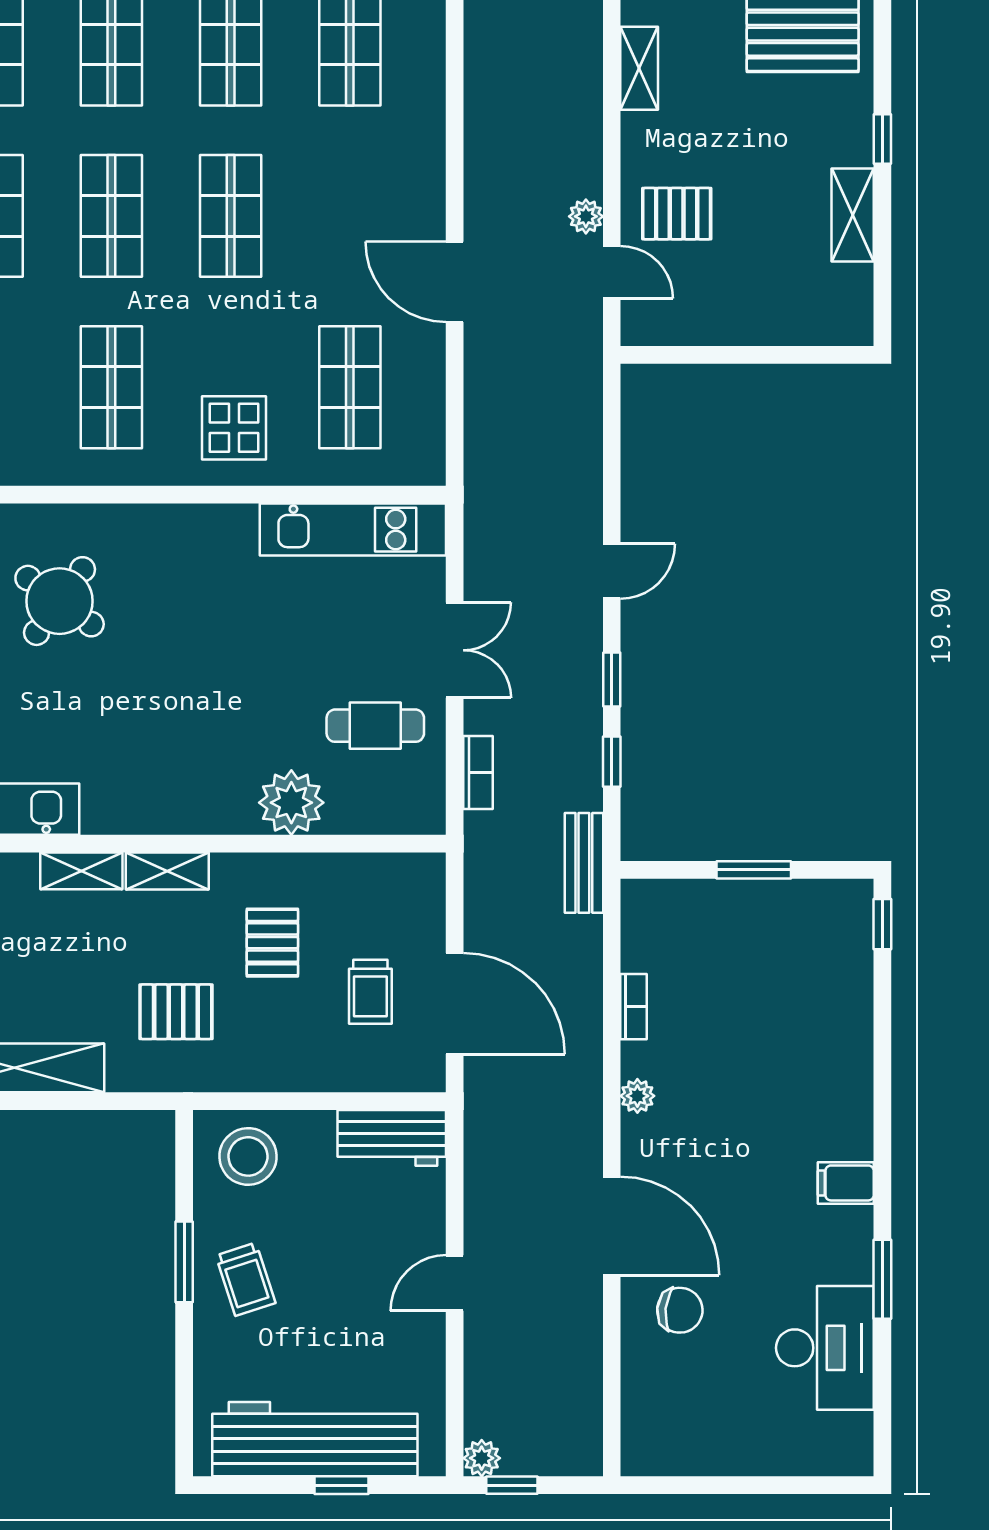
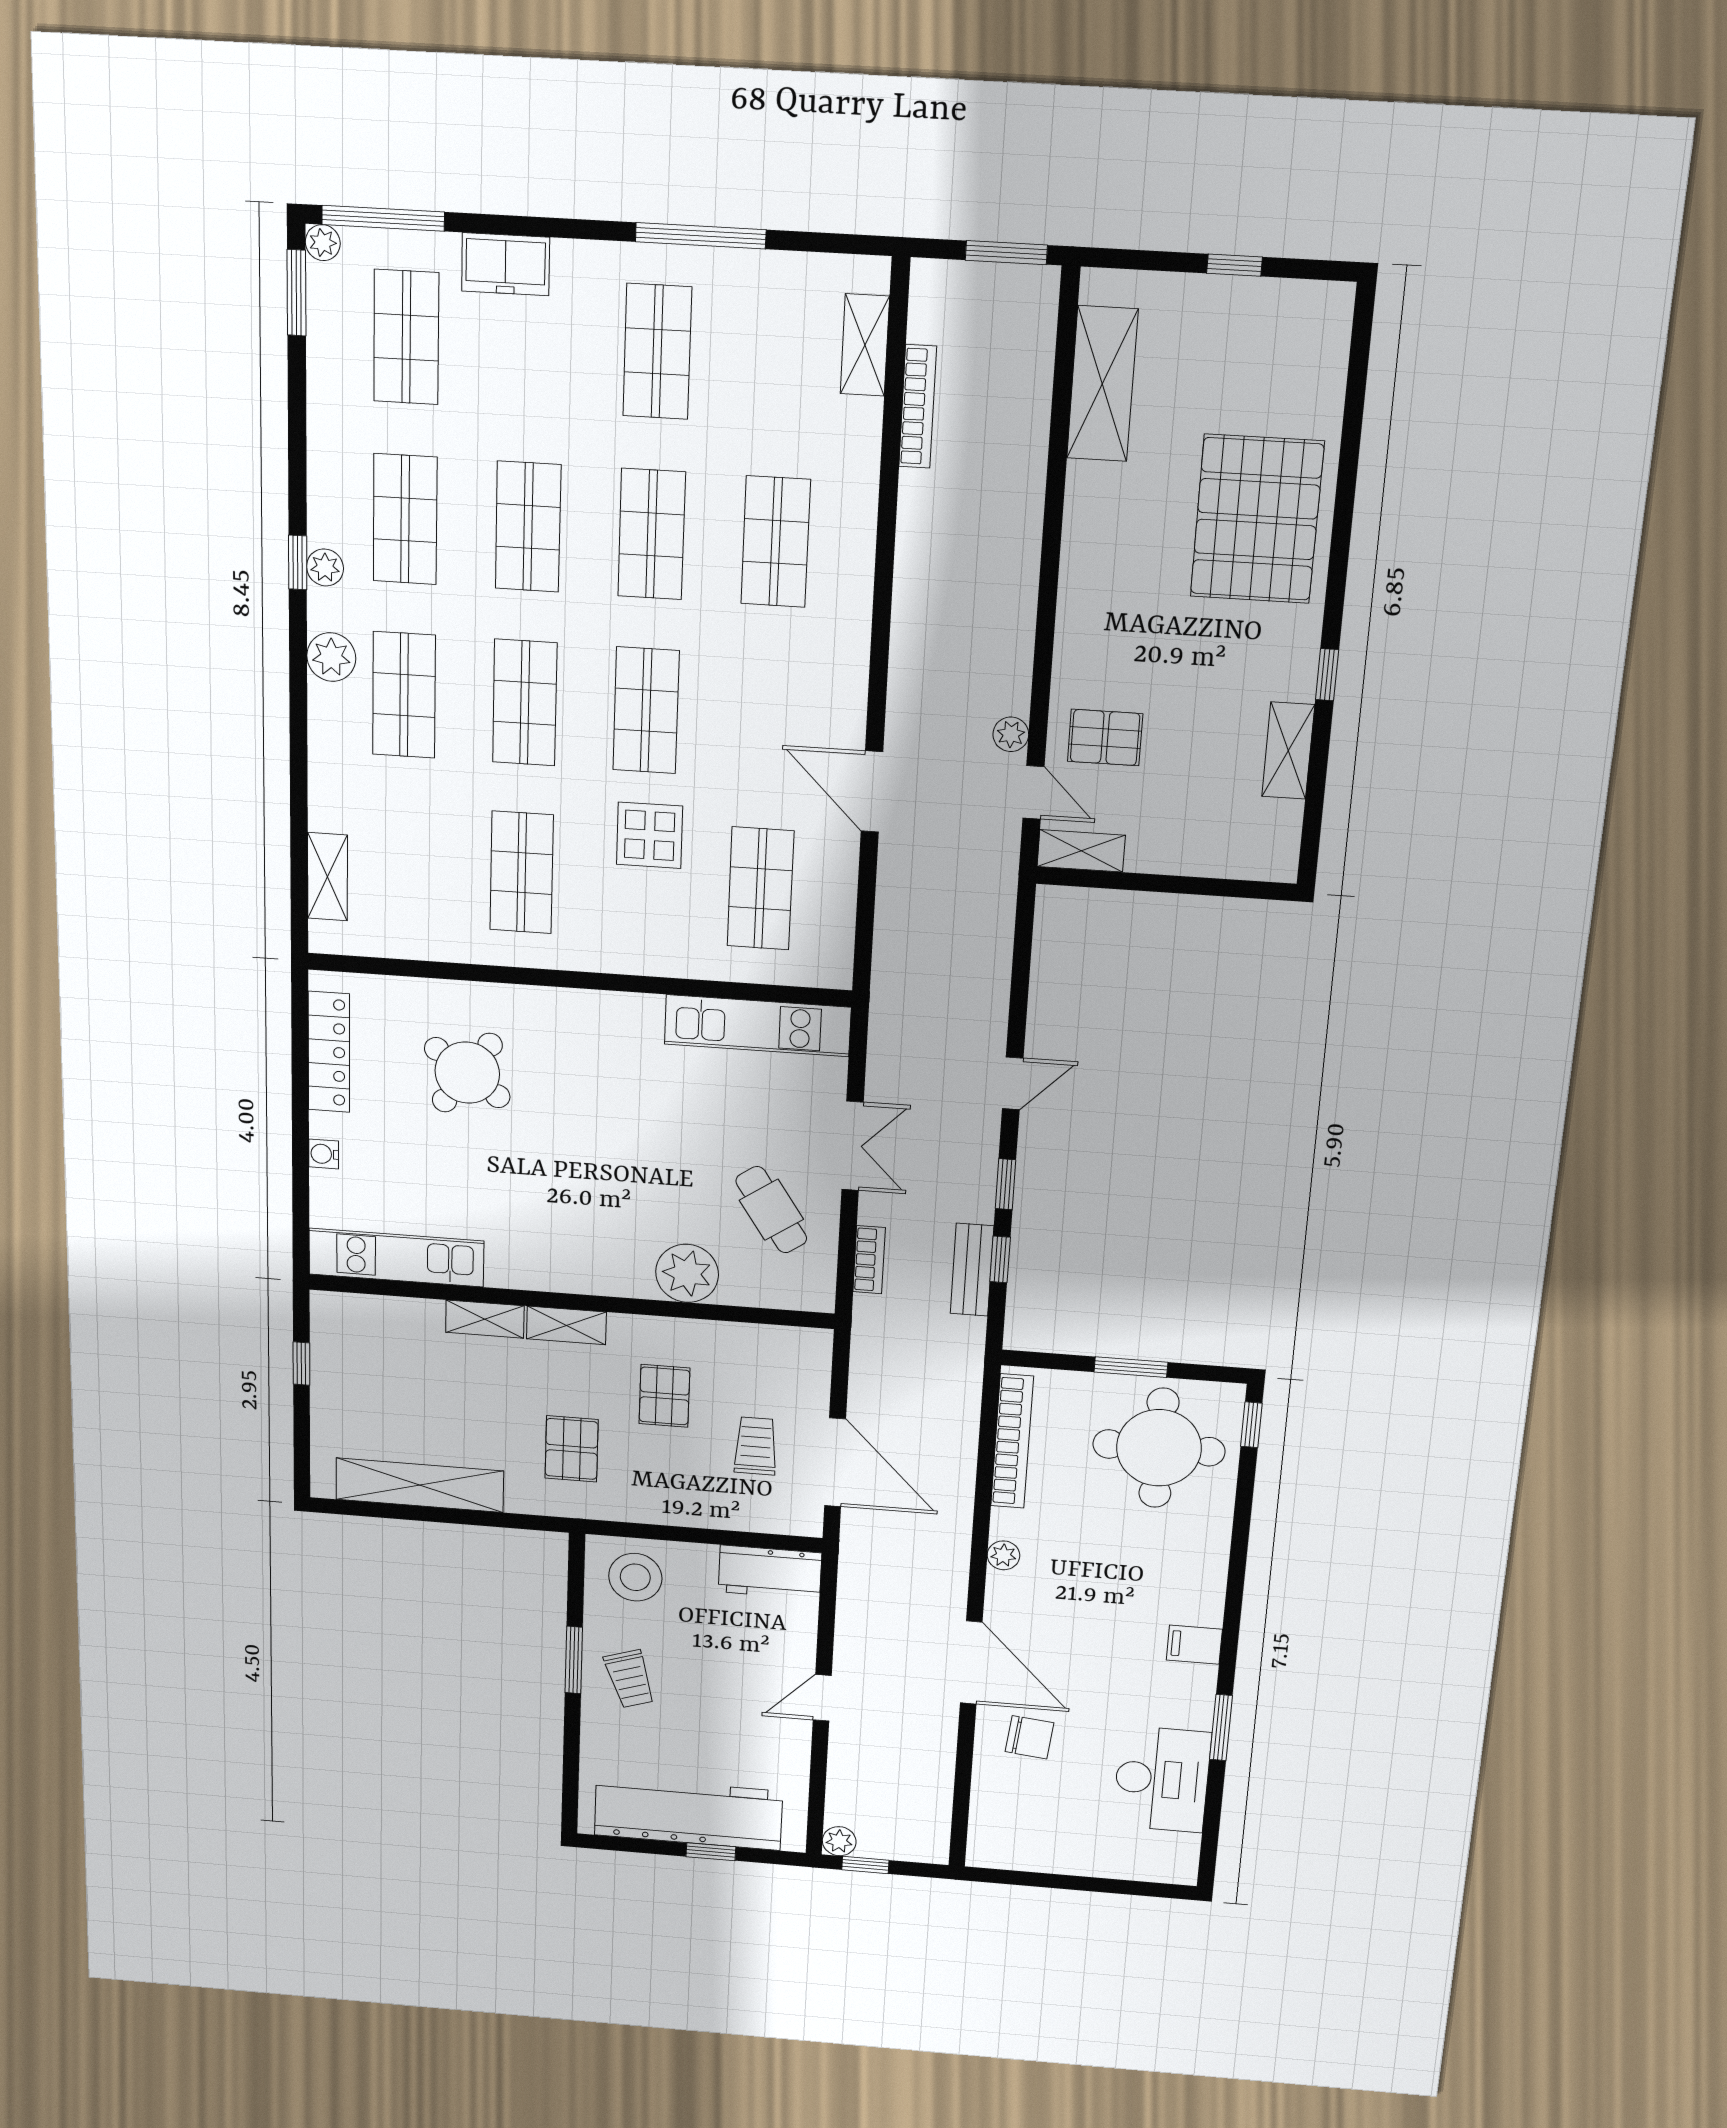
shelving: (639, 68) -> (1081, 851), moved, turned 90
display table: (234, 428) -> (650, 835), moved
cafe table: (375, 726) -> (771, 1210), turned 56
bench: (584, 863) -> (972, 1270), moved
round table: (790, 958) -> (1159, 1448), added
trolley: (370, 992) -> (756, 1446), turned 180
bookcase: (634, 1007) -> (1012, 1441), width x2.31, depth x1.31
pallet: (176, 1012) -> (572, 1449), turned 90

